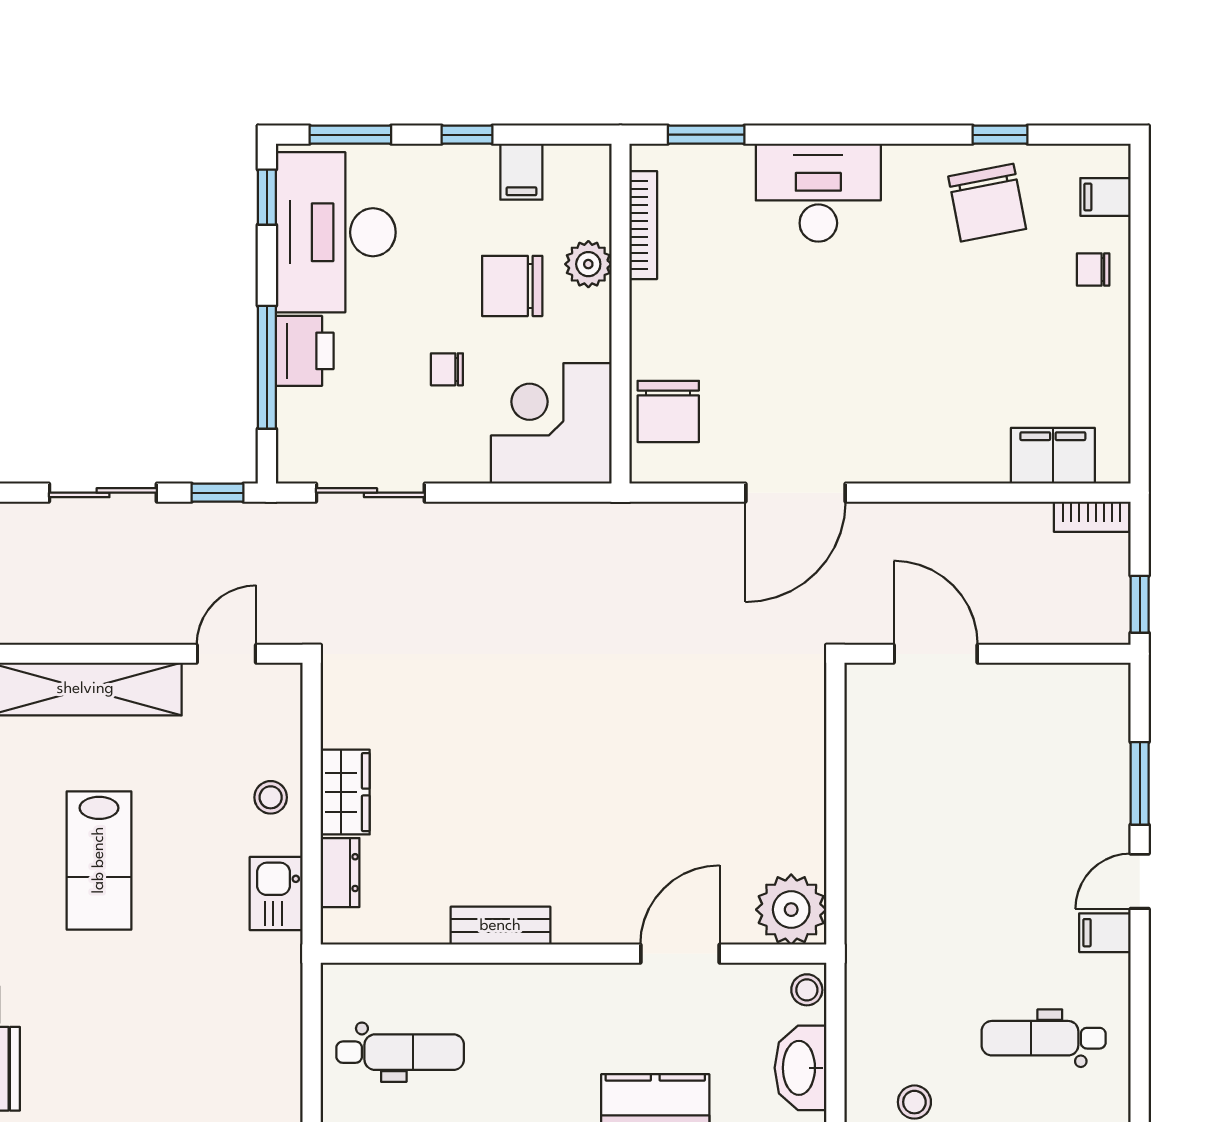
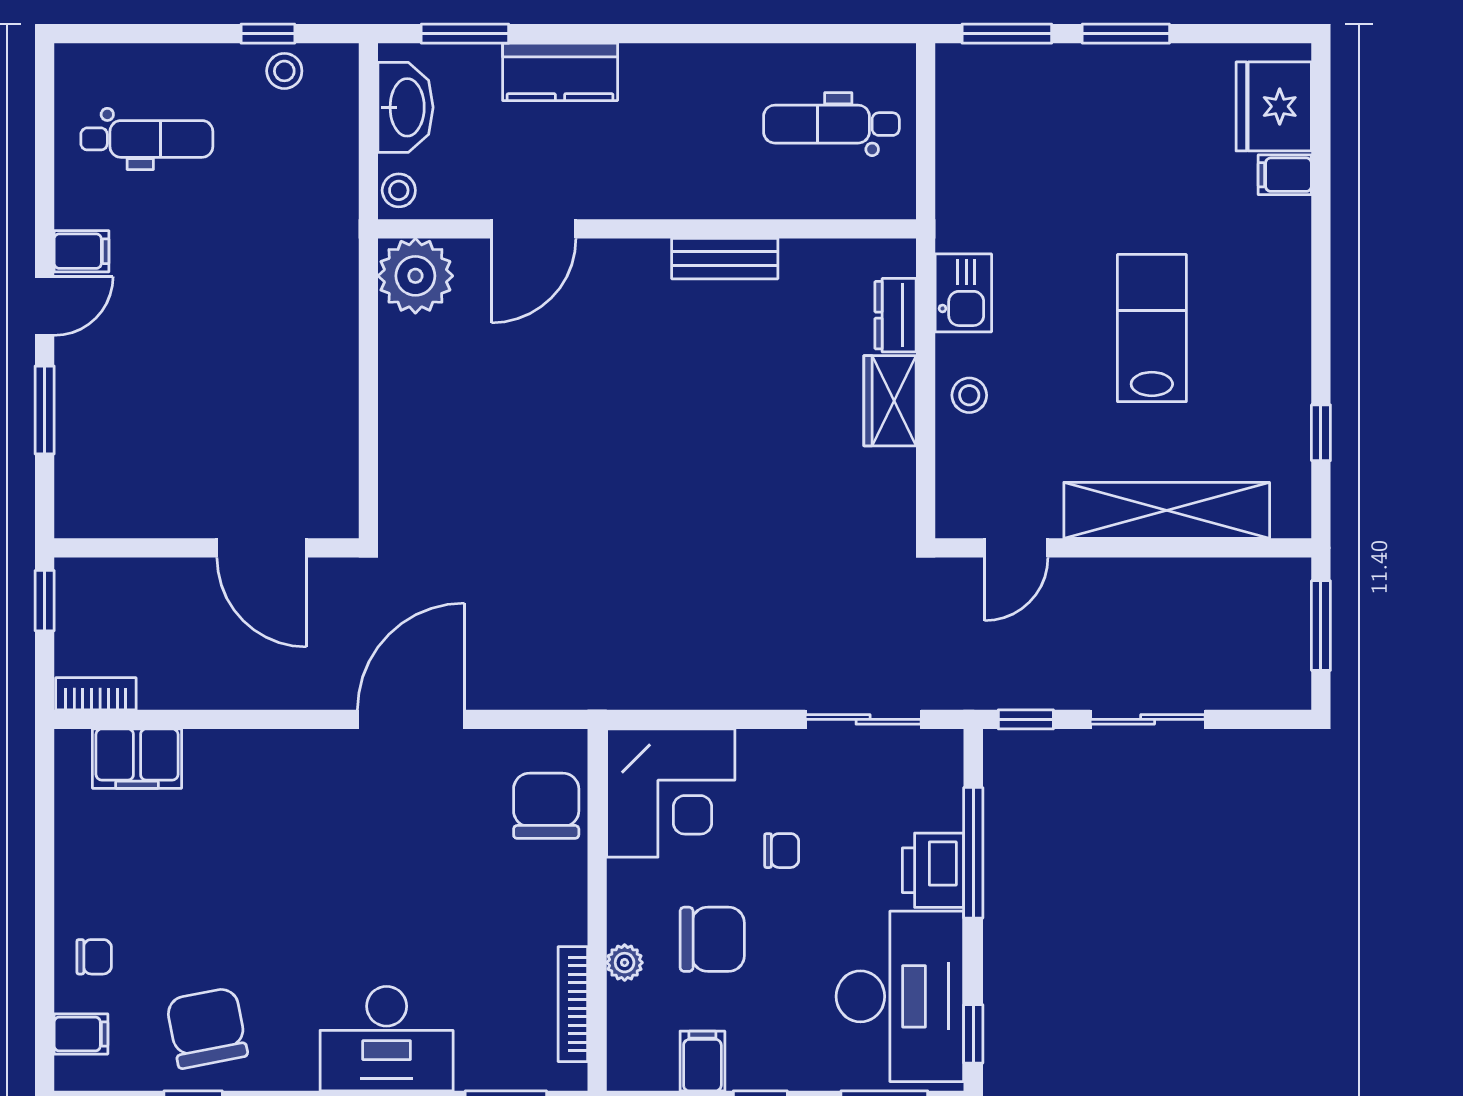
plant: (588, 264) -> (625, 963), width x0.73, depth x0.73

